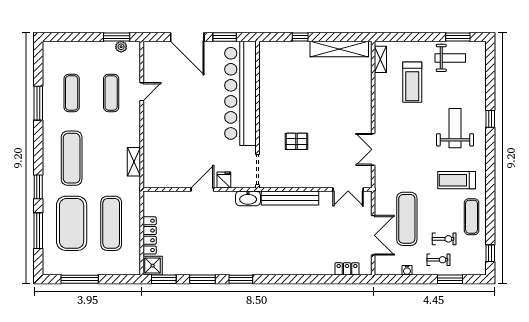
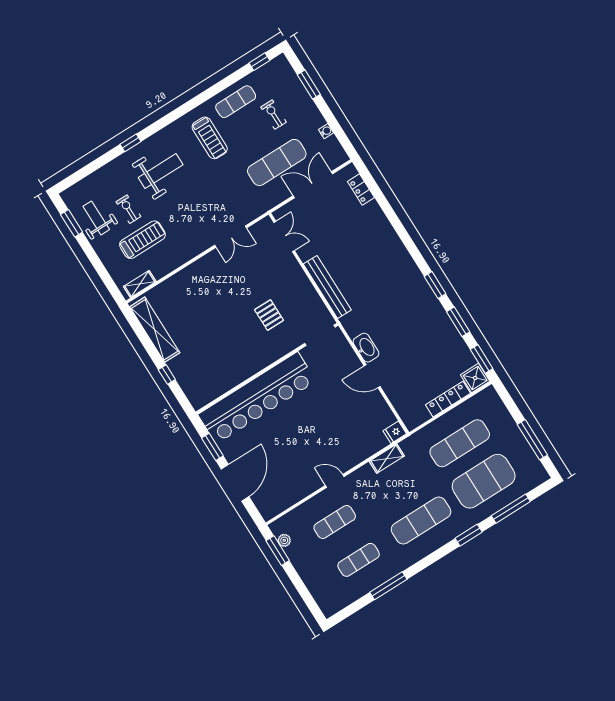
door: (142, 92) -> (335, 481), moved
weight bench: (455, 128) -> (161, 171), turned 180
fridge: (224, 180) -> (395, 432), moved
washbasin: (248, 198) -> (366, 348), moved
exercise bike: (438, 260) -> (128, 209), moved

